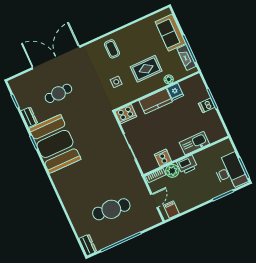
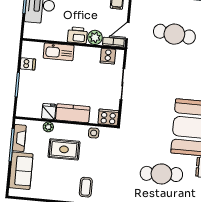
side table: (116, 82) -> (94, 133), moved
cafe table: (58, 93) -> (161, 174), width x1.37, depth x1.35
dishwasher: (207, 105) -> (28, 64), moved
cooker: (163, 158) -> (108, 56), moved
door: (154, 201) -> (127, 31), moved

